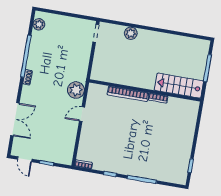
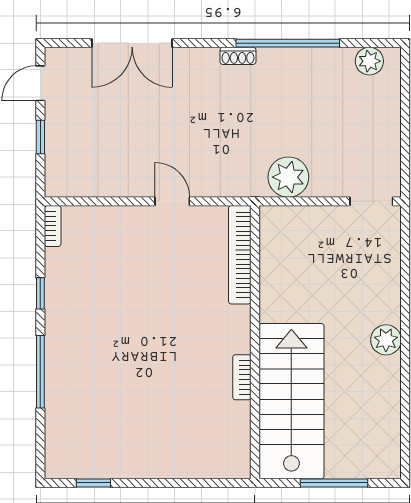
plant: (131, 33) -> (386, 340), moved
stairs: (179, 86) -> (291, 401), width x1.36, depth x1.51
plant: (76, 90) -> (288, 177), moved
bookcase: (128, 94) -> (240, 255), moved

